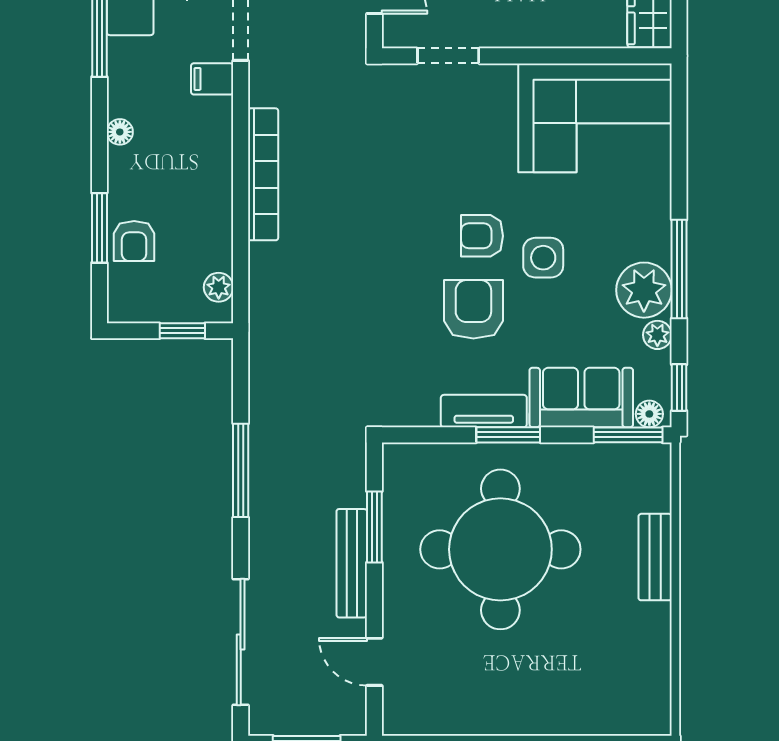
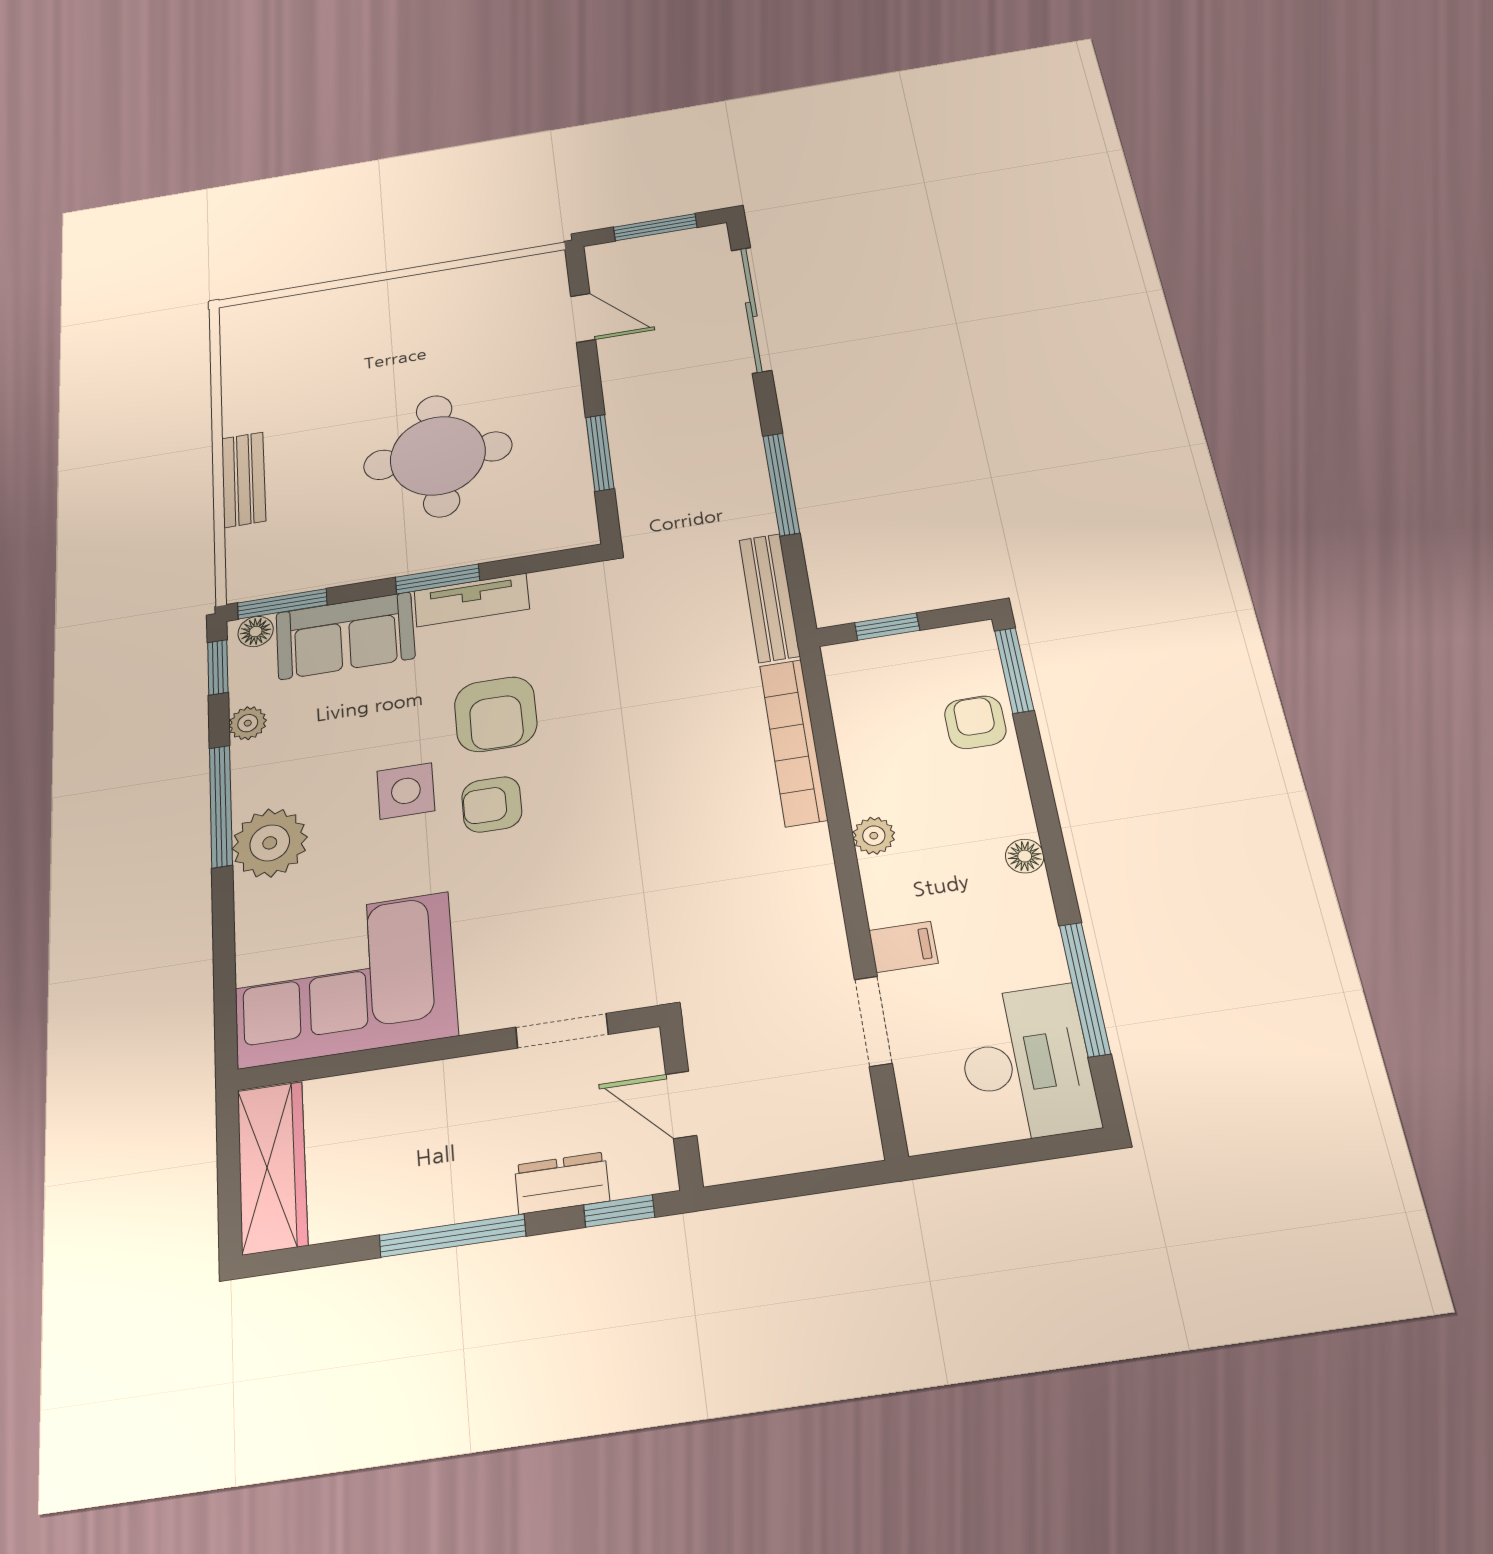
bookcase: (263, 174) -> (793, 742), moved
window: (99, 228) -> (1014, 670), moved
armchair: (482, 236) -> (492, 804), turned 180
plant: (219, 287) -> (874, 836), moved
plant: (644, 290) -> (270, 843), moved
round table: (500, 549) -> (438, 456), width x0.73, depth x0.73
bench: (352, 563) -> (769, 597), moved

